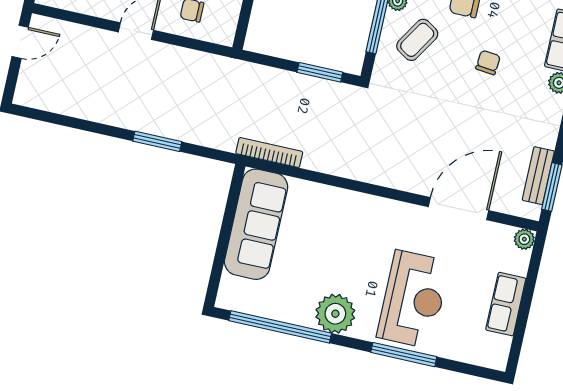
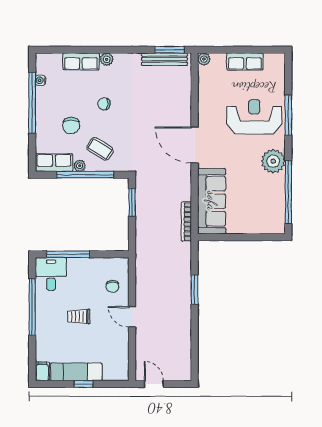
bench: (538, 176) -> (164, 59), width x1.36
door: (458, 209) -> (195, 145), moved
sofa: (256, 224) -> (212, 201), moved, turned 90

